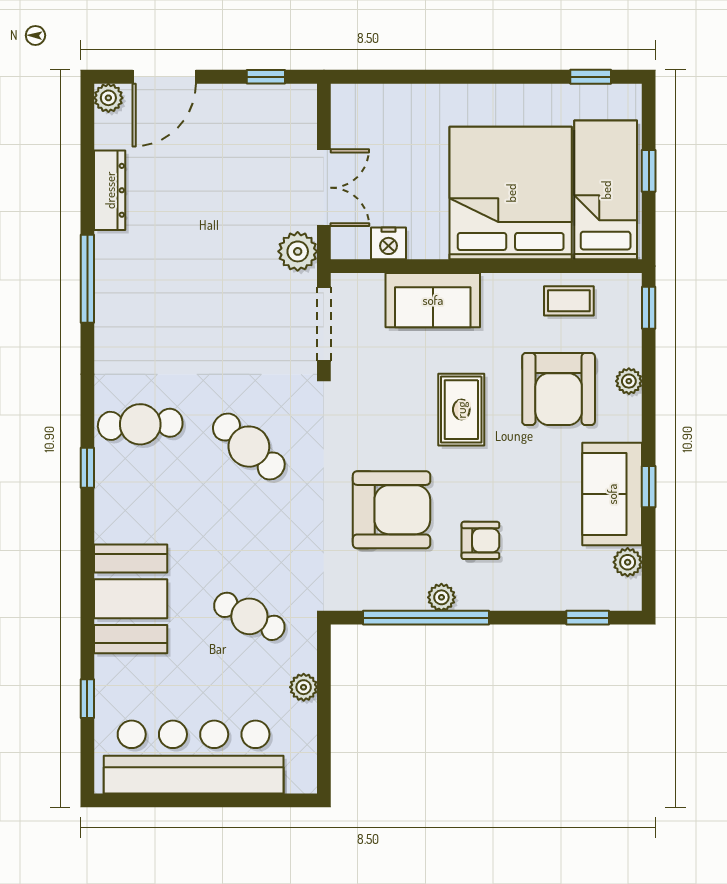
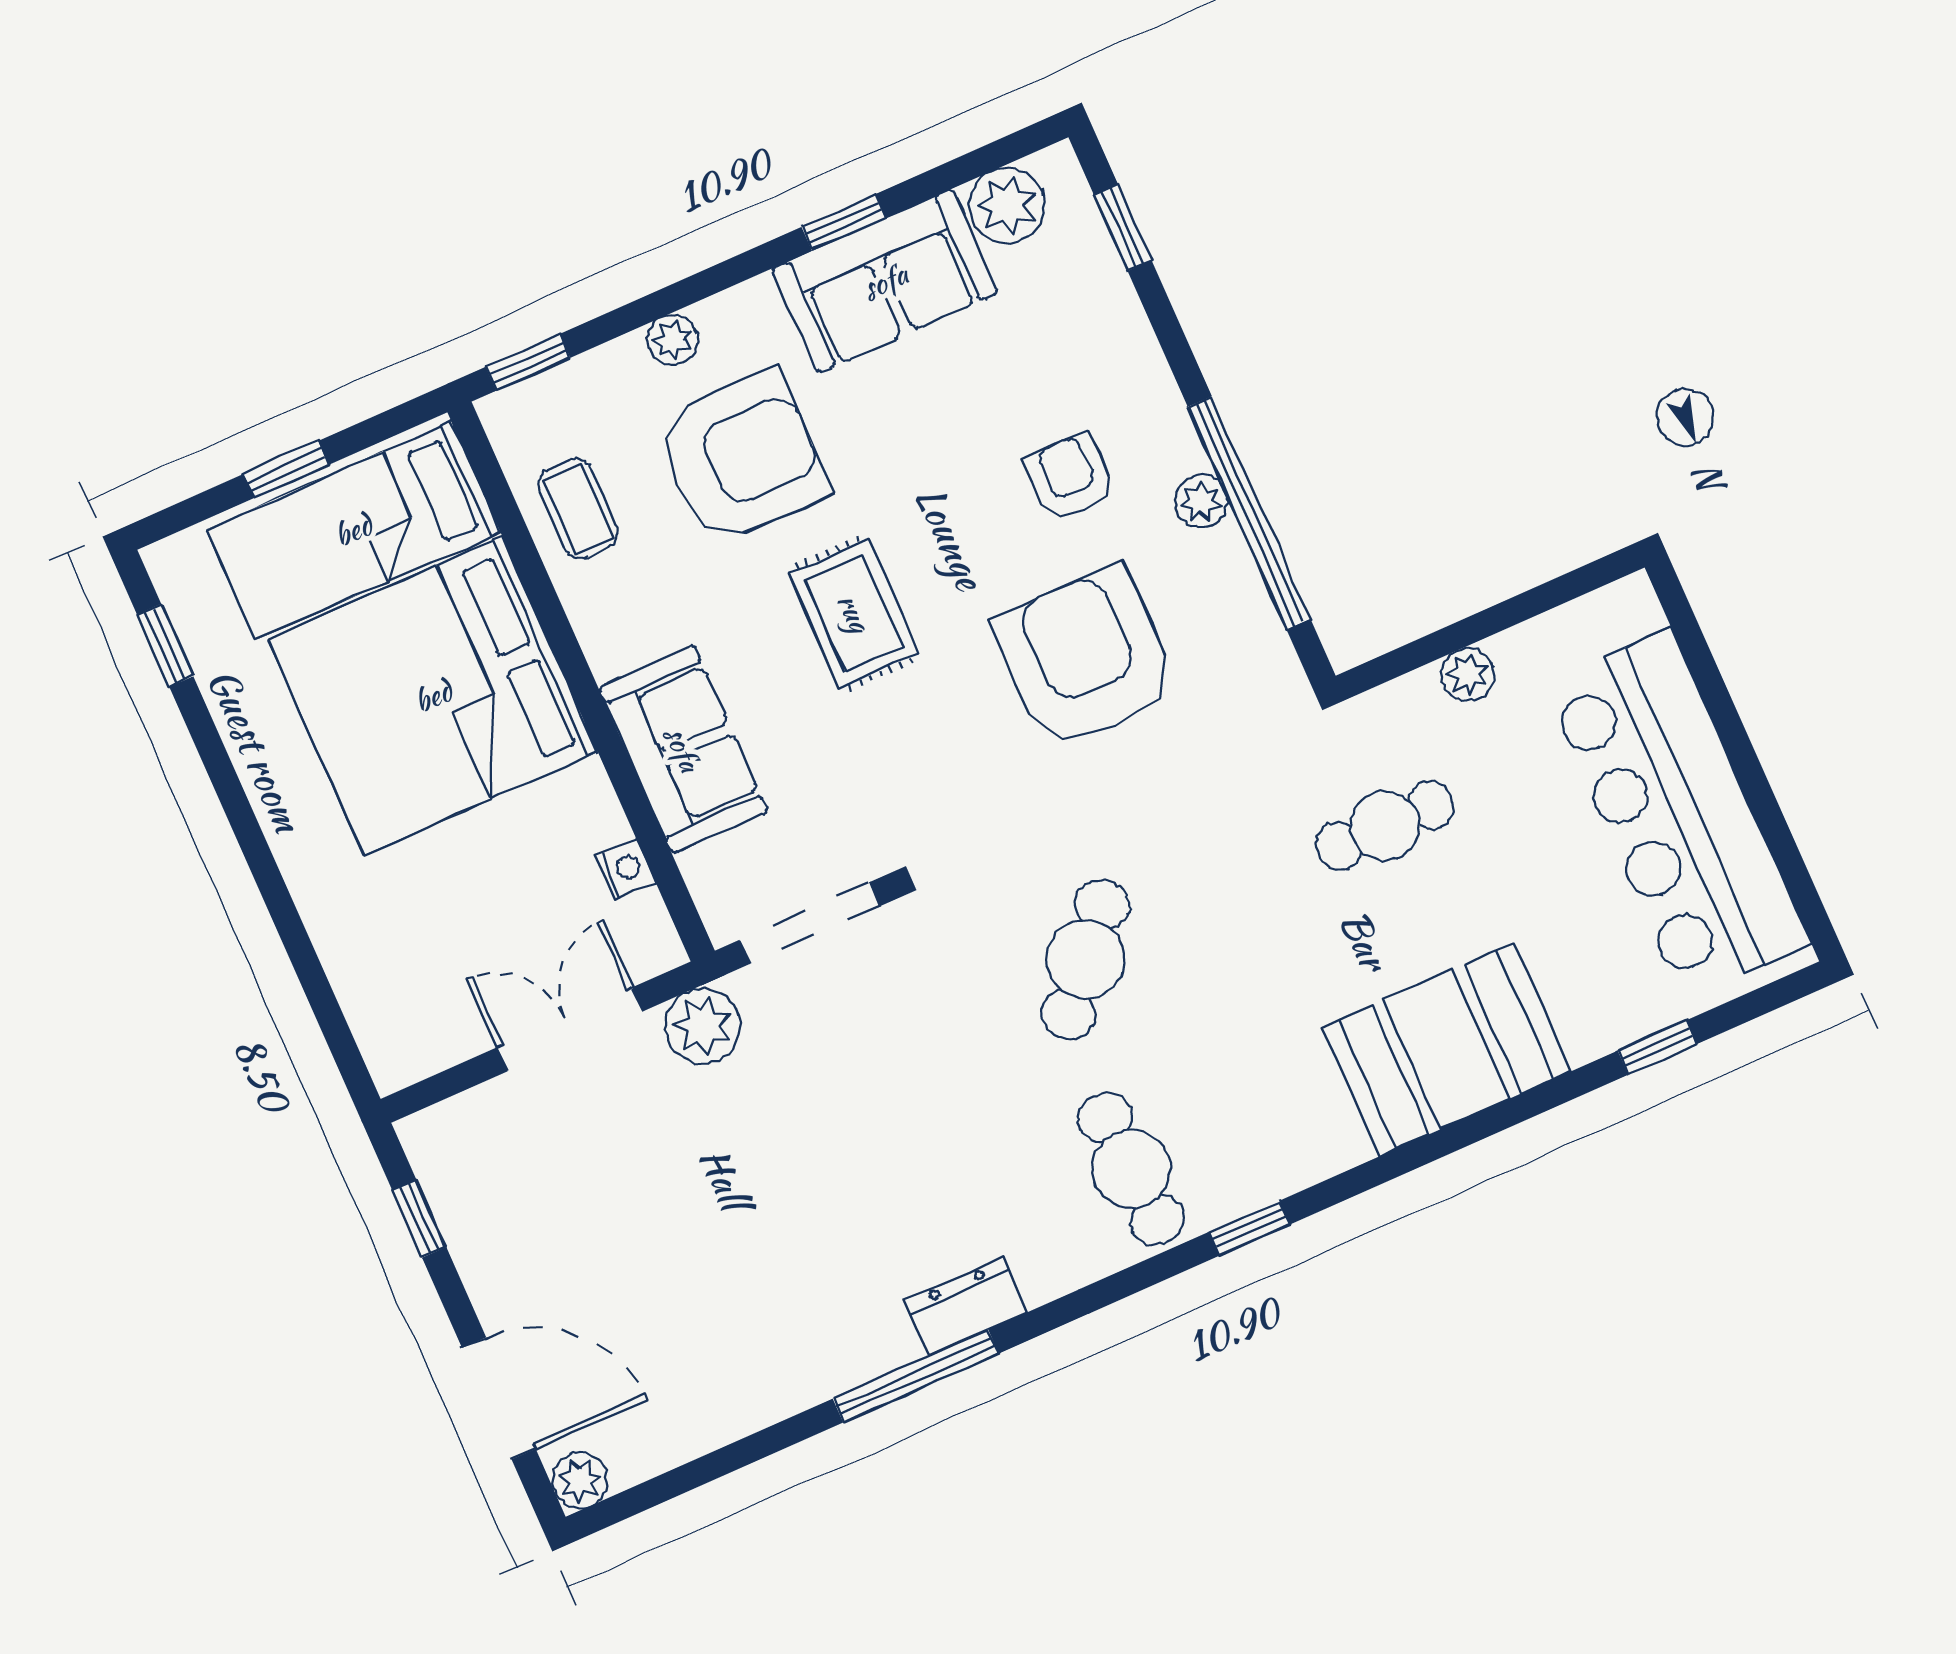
dresser: (110, 190) -> (966, 1306), moved, width x0.70
nightstand: (388, 243) -> (625, 869), width x0.72, depth x0.74
rug: (461, 410) -> (854, 613), turned 90
plant: (628, 562) -> (1007, 206), width x1.38, depth x1.38
cafe table: (249, 616) -> (1385, 826), turned 64

